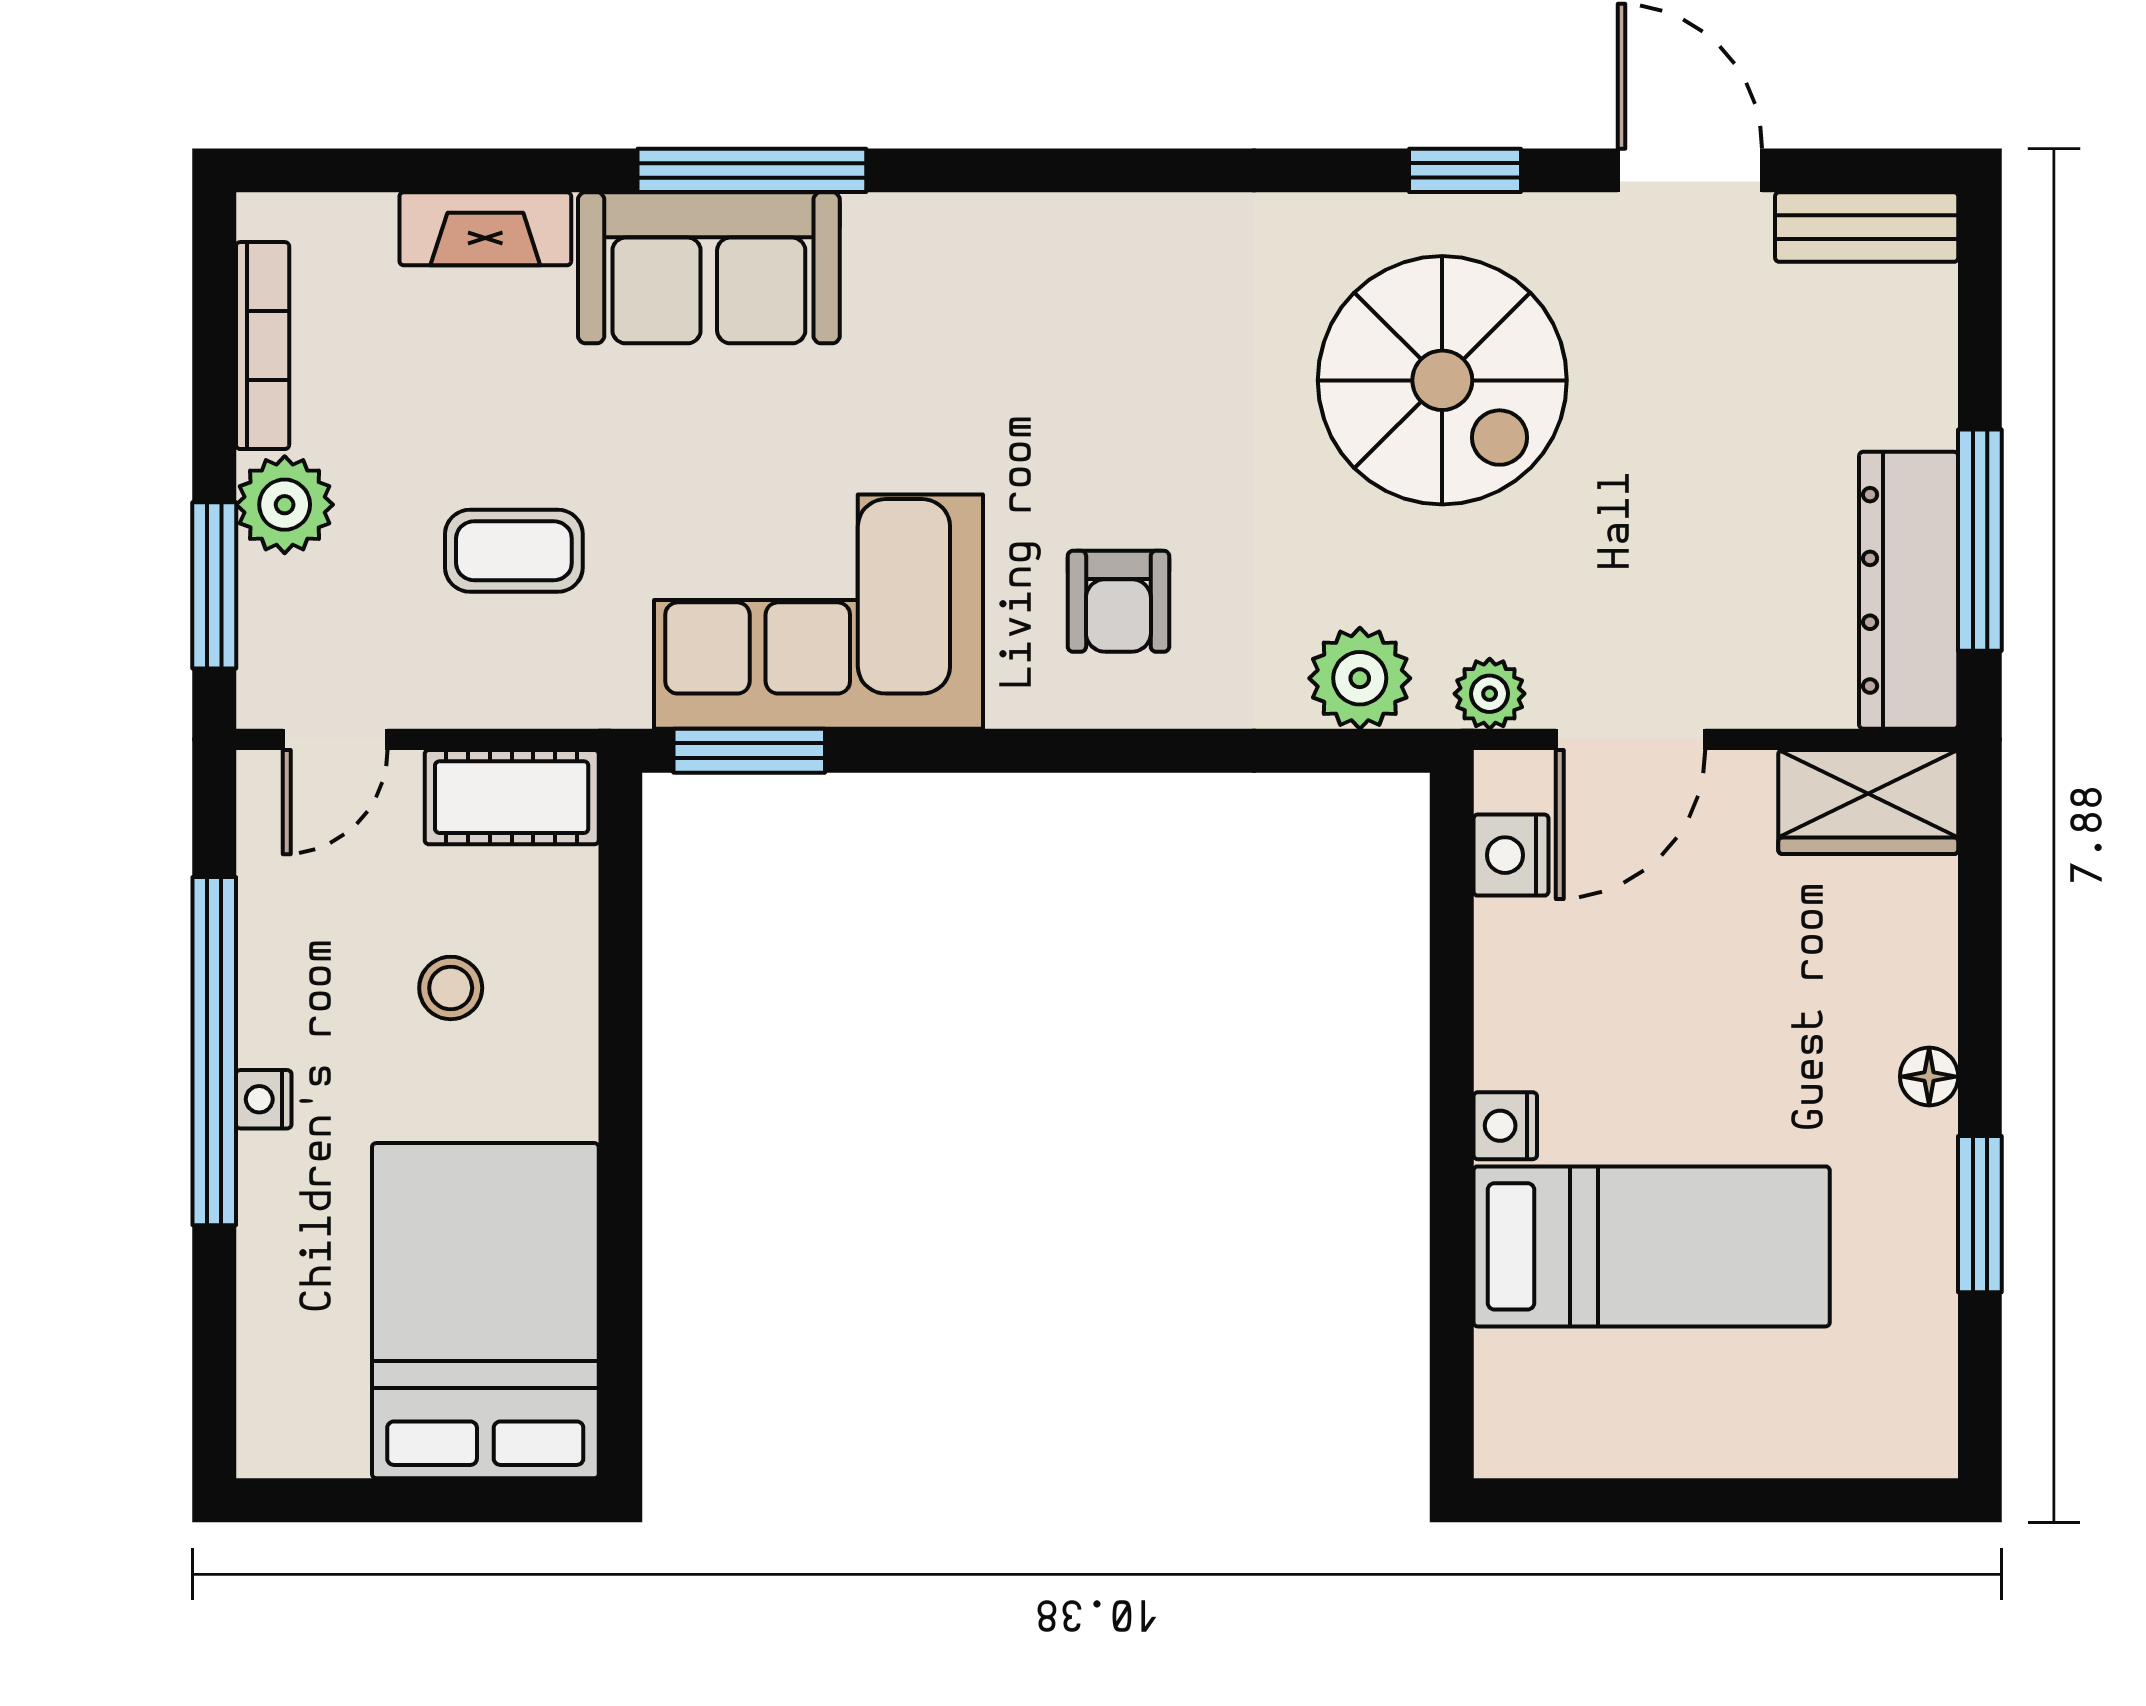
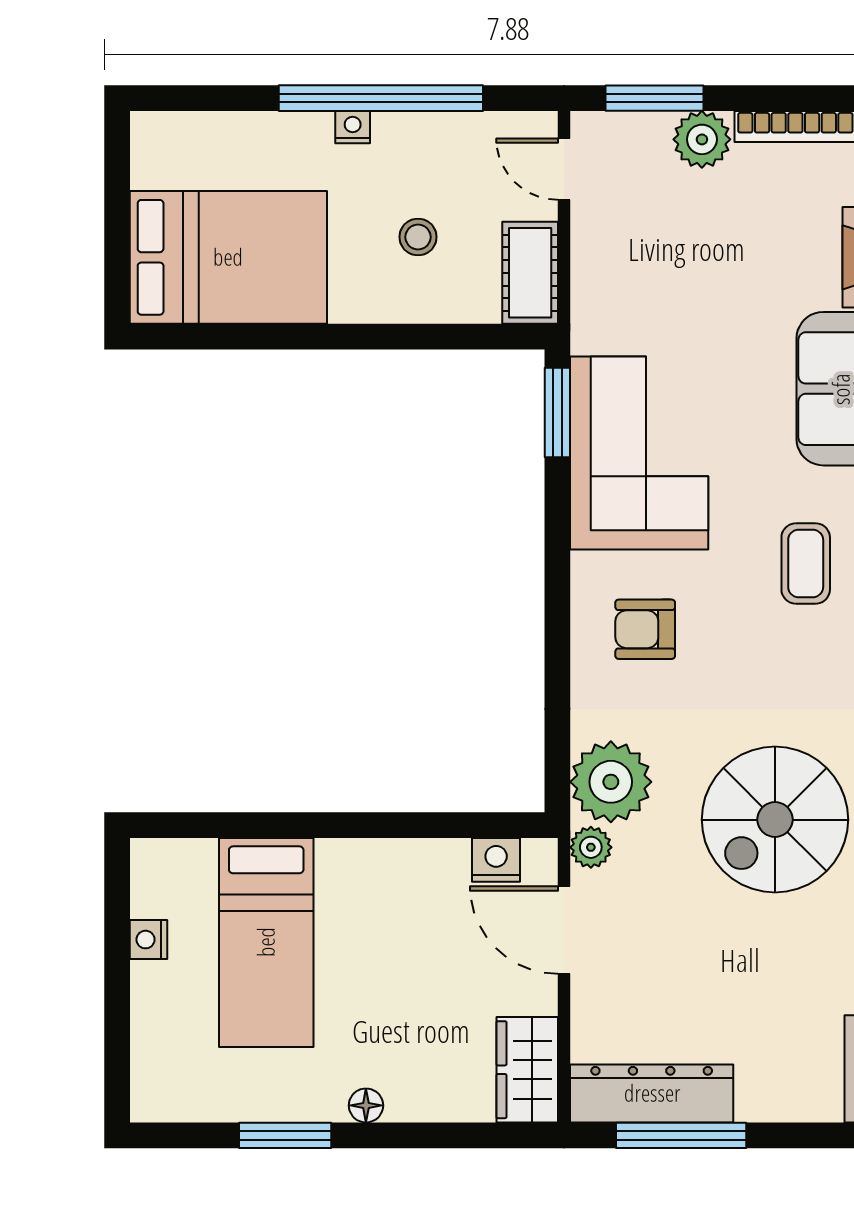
coffee table: (514, 551) -> (806, 563), moved
plant: (1360, 678) -> (611, 782), width x1.36, depth x1.36
nightstand: (1505, 1126) -> (148, 940), moved, turned -90

